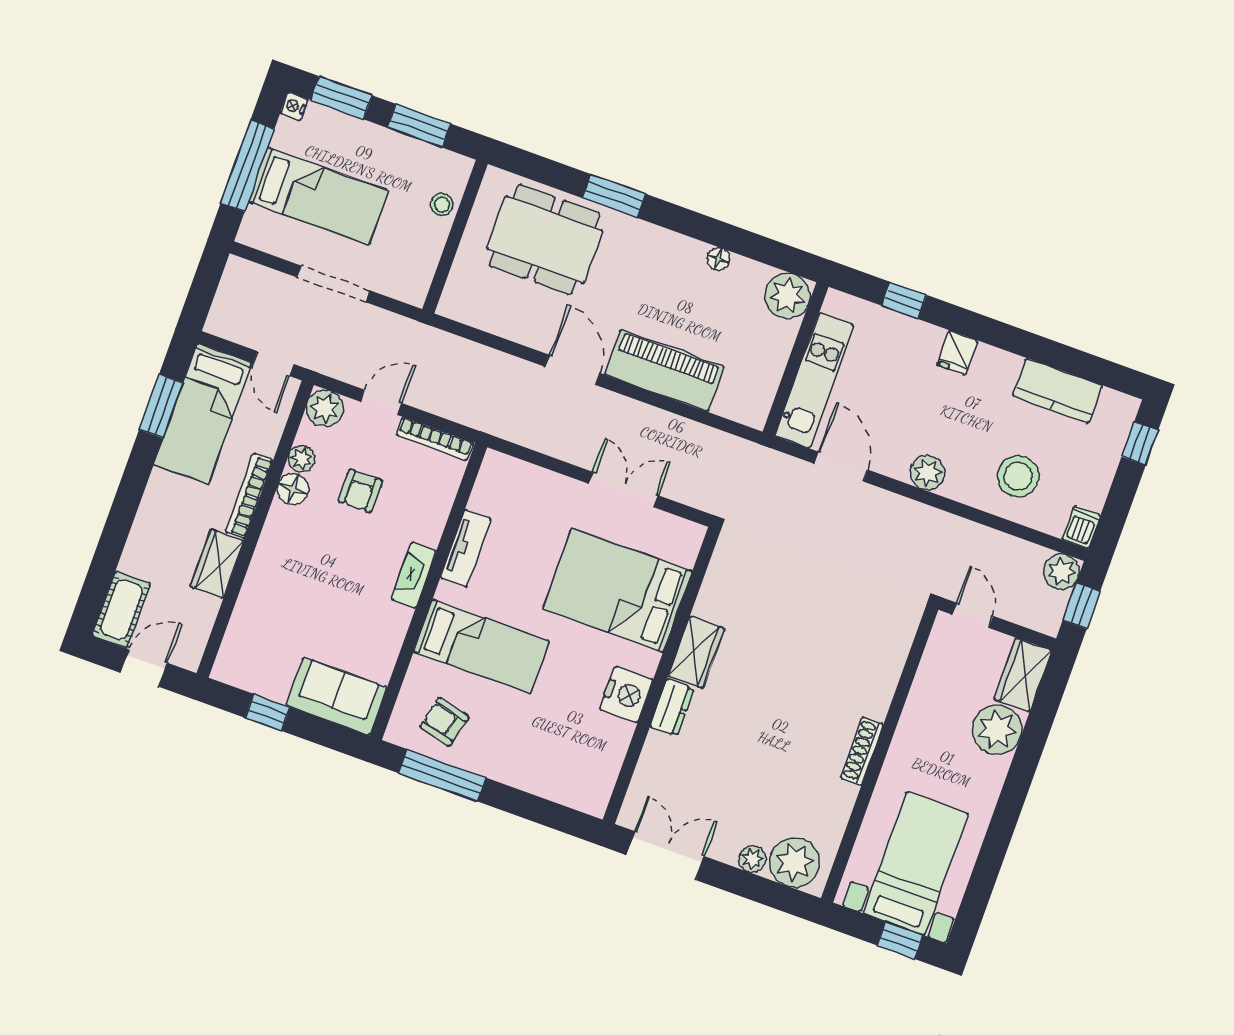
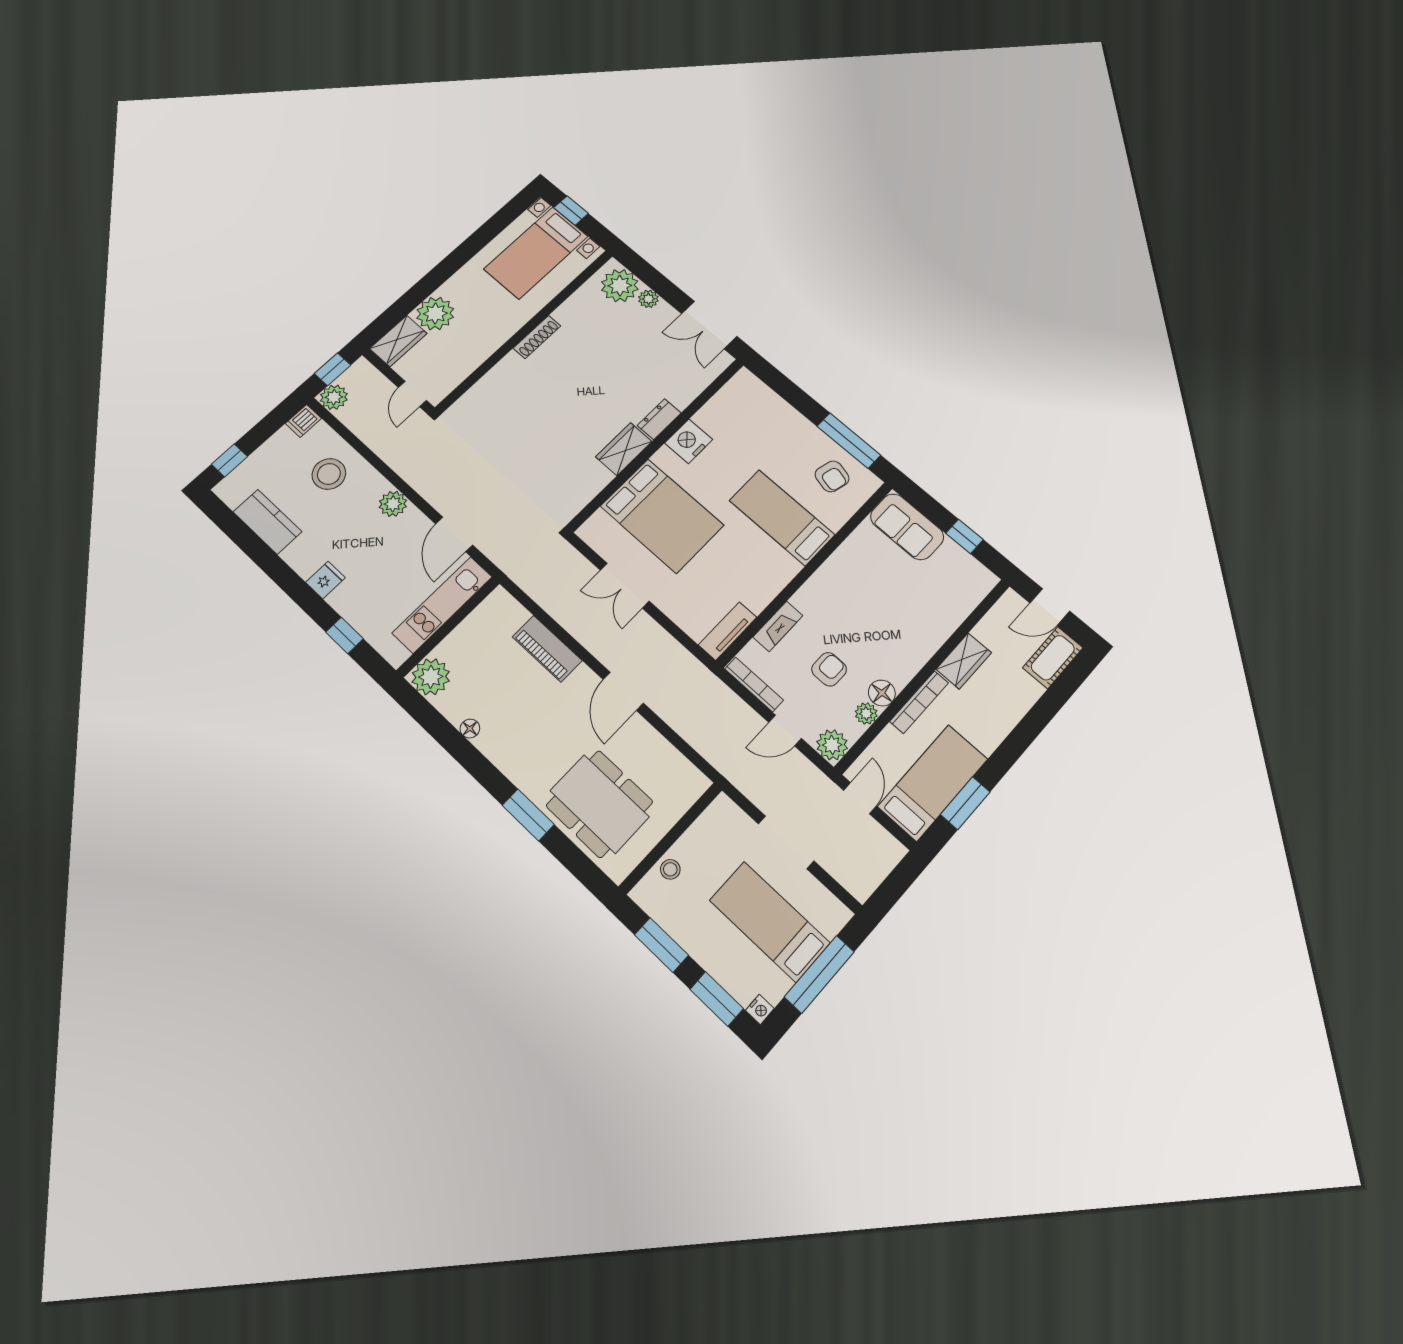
piano: (664, 371) -> (547, 649), width x0.73, depth x0.75
tv unit: (466, 548) -> (728, 631), moved
fireplace: (414, 575) -> (778, 626), moved

